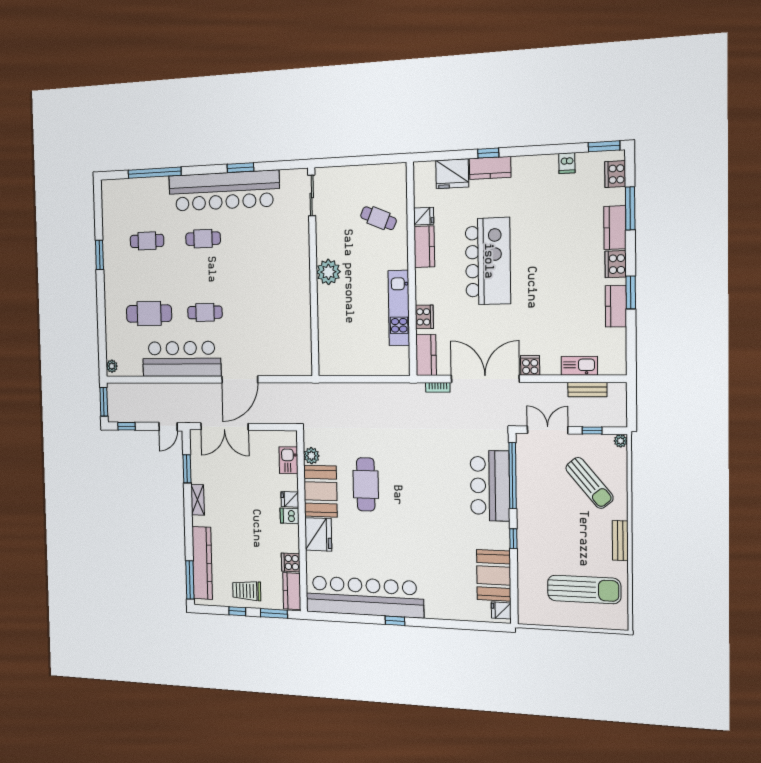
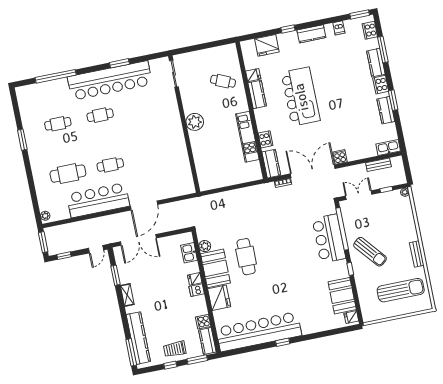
kitchen counter: (490, 168) -> (311, 34), moved
kitchen sink: (579, 366) -> (388, 148), moved
sun lounger: (589, 483) -> (370, 252), moved

